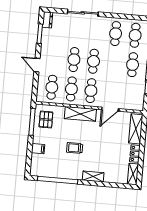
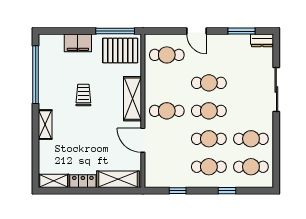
door: (37, 65) -> (196, 31), swing flipped
cafe table: (71, 89) -> (209, 139), moved
pallet: (46, 120) -> (120, 51), width x1.50, depth x1.42
filing cabinet: (38, 149) -> (78, 43), width x2.00

